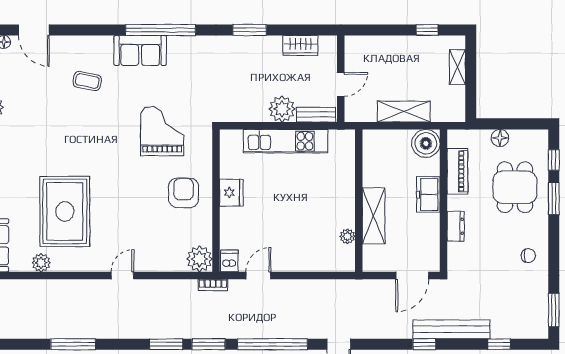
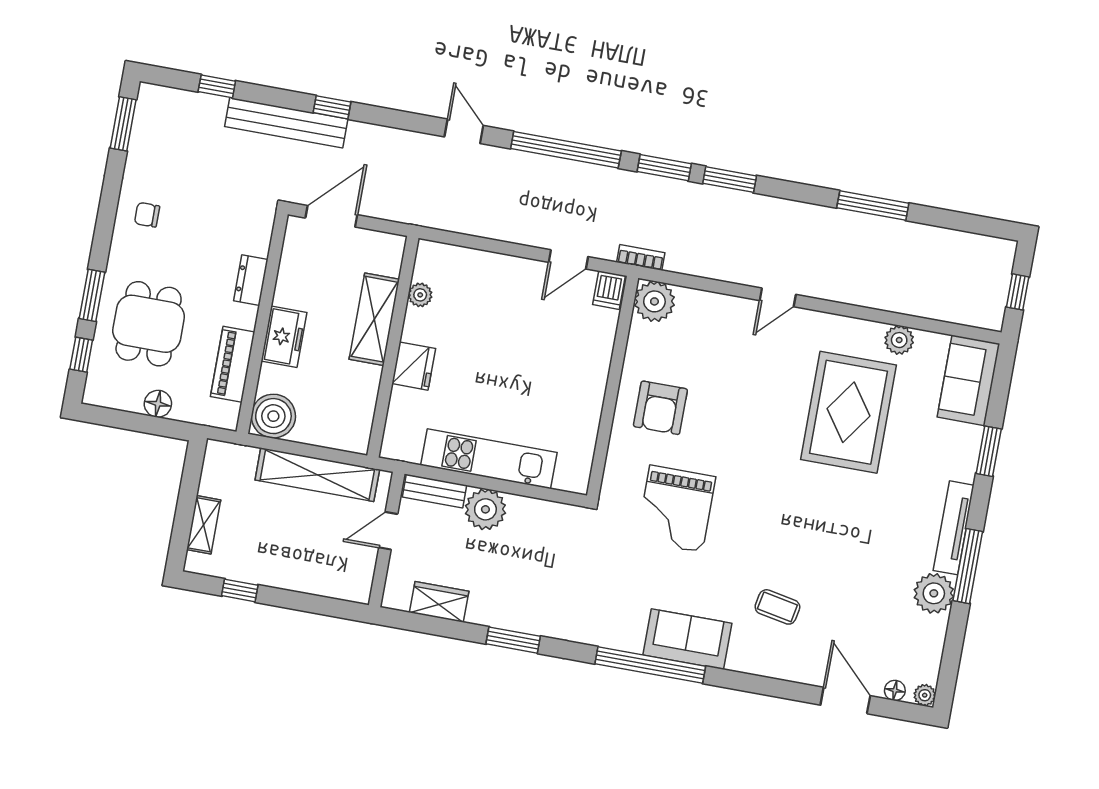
shelving: (404, 112) -> (317, 475), width x1.47
fridge: (231, 193) -> (414, 366), moved, turned 180

